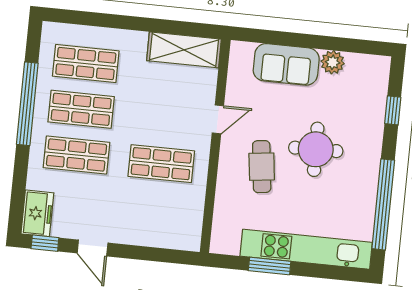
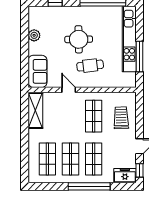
sofa: (286, 64) -> (38, 71), moved
window: (27, 104) -> (89, 186), moved
trolley: (153, 217) -> (121, 118), added
window: (270, 266) -> (140, 57), width x1.44

